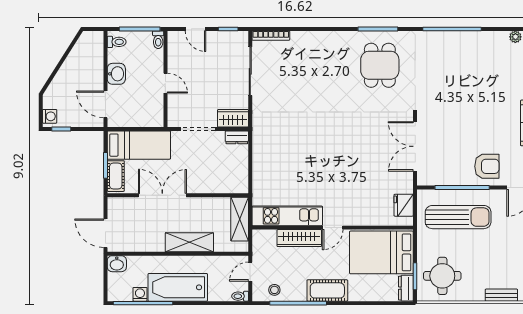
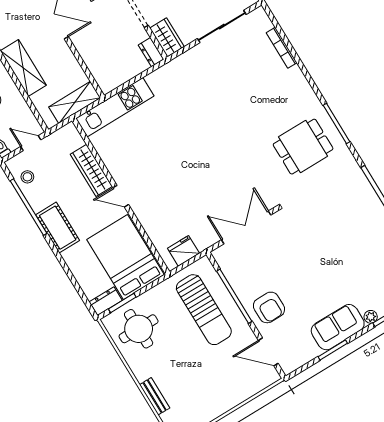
bookcase: (271, 36) -> (282, 48), moved
kitchen unit: (287, 216) -> (115, 107), moved, turned 90

